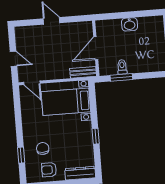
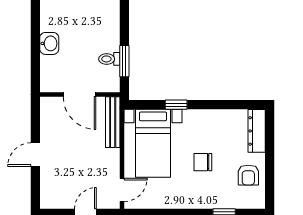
bench: (83, 72) -> (113, 122), width x1.36
window: (96, 136) -> (176, 105), moved
chair: (43, 148) -> (203, 162), moved

